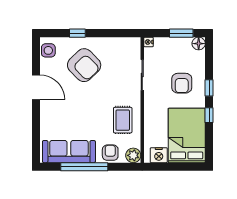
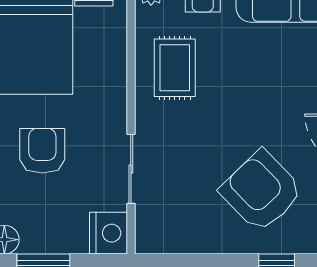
nightstand: (148, 42) -> (109, 233), width x1.89, depth x1.79

